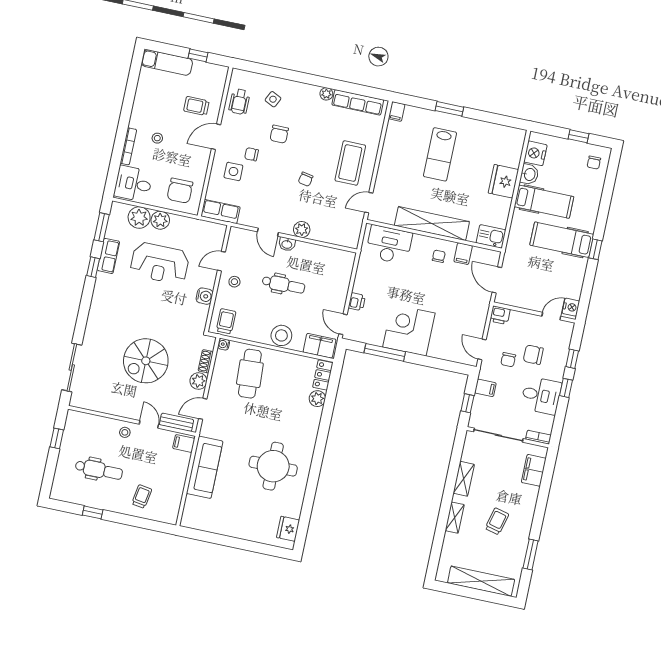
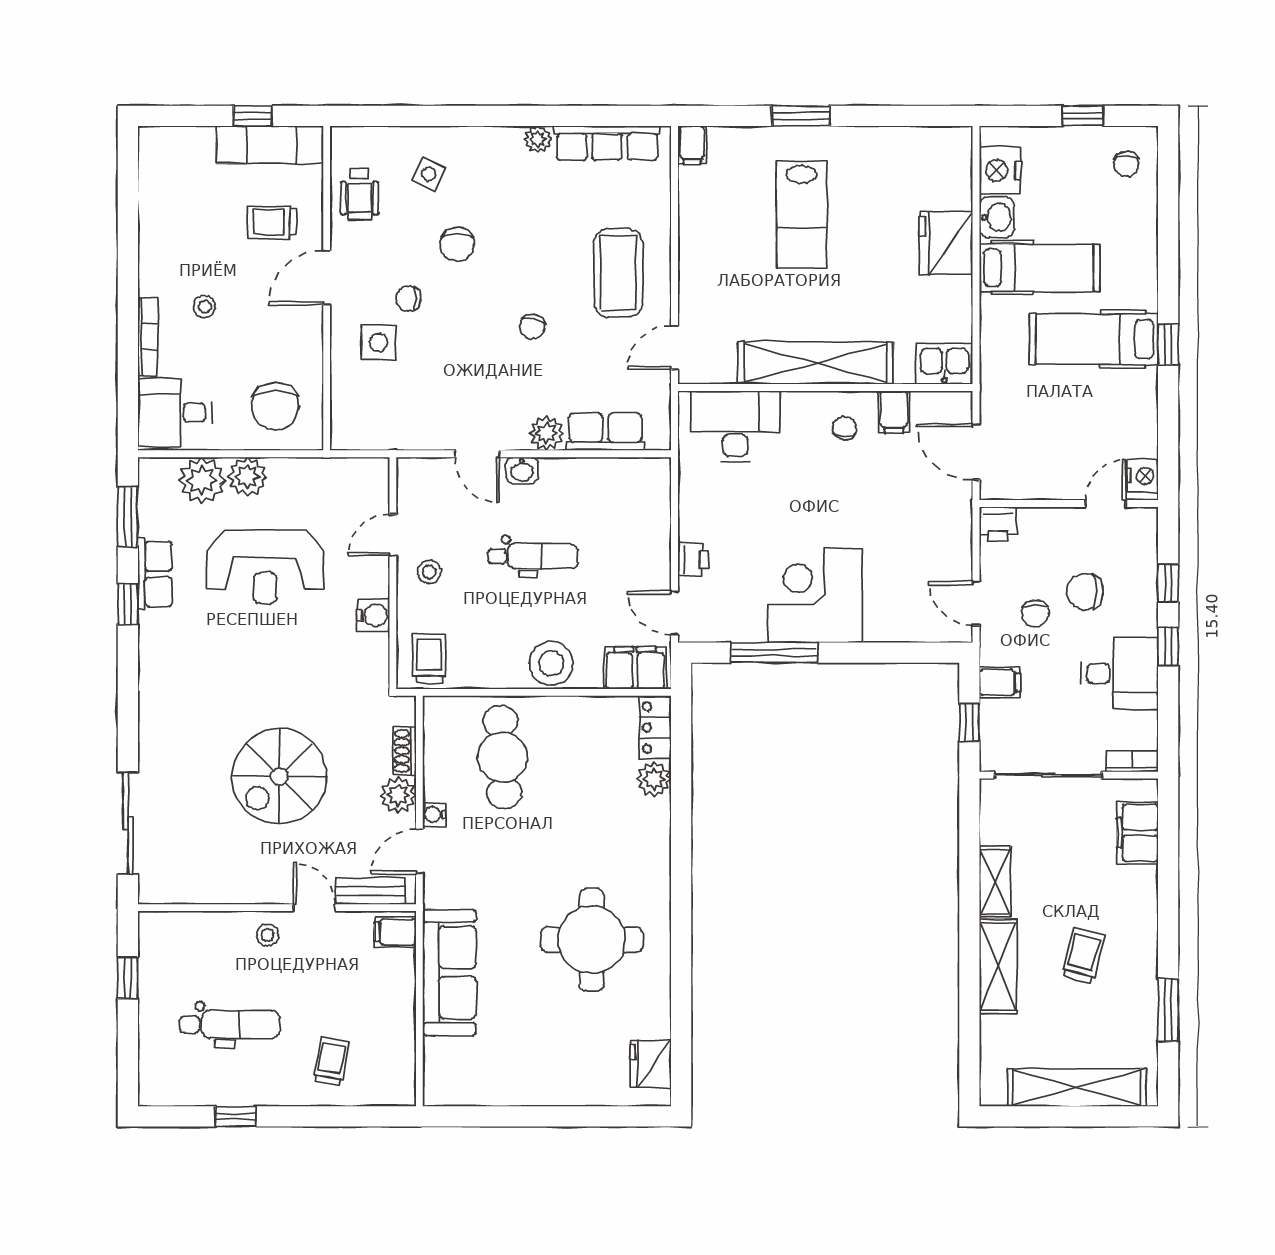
exam couch: (167, 62) -> (270, 145), moved
row of seats: (221, 212) -> (605, 432), moved
water cooler: (224, 344) -> (434, 814), moved
shelving: (455, 518) -> (998, 967), width x1.50, depth x1.33

